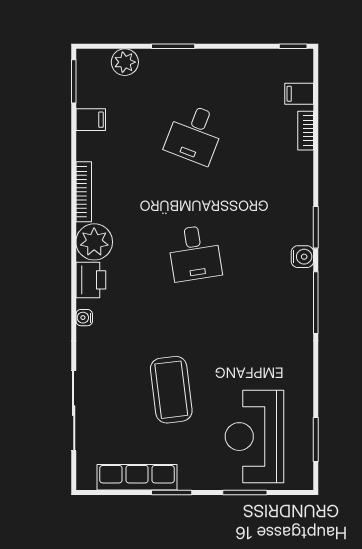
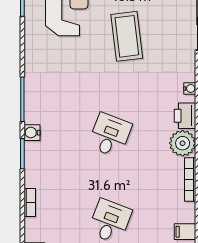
bookcase: (306, 131) -> (30, 202), moved
desk: (195, 253) -> (110, 135), turned 30

